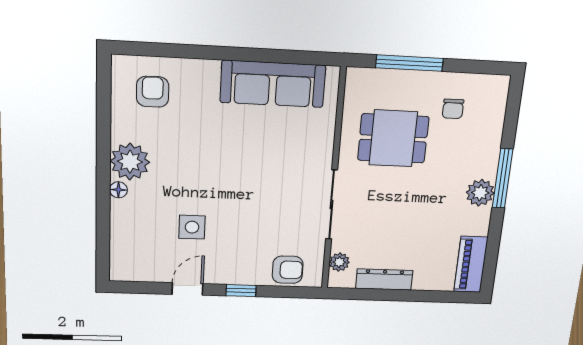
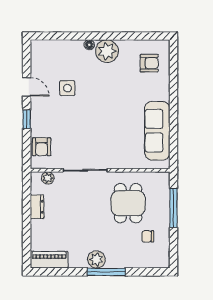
dresser: (384, 280) -> (37, 207), width x0.70

